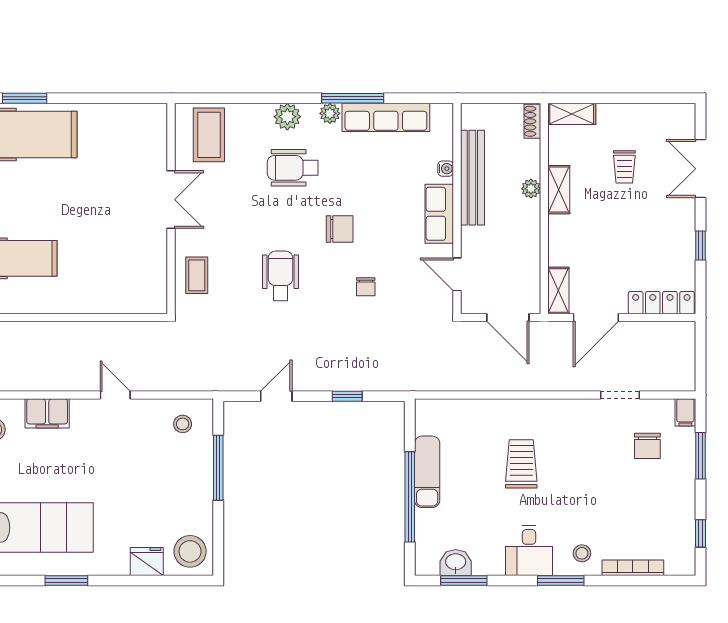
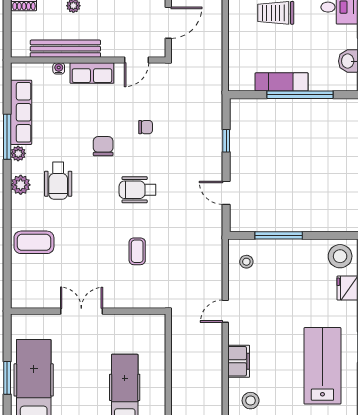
double door: (171, 200) -> (81, 311), moved
wall: (171, 209) -> (88, 311), moved
coffee table: (197, 275) -> (137, 251), turned 90

